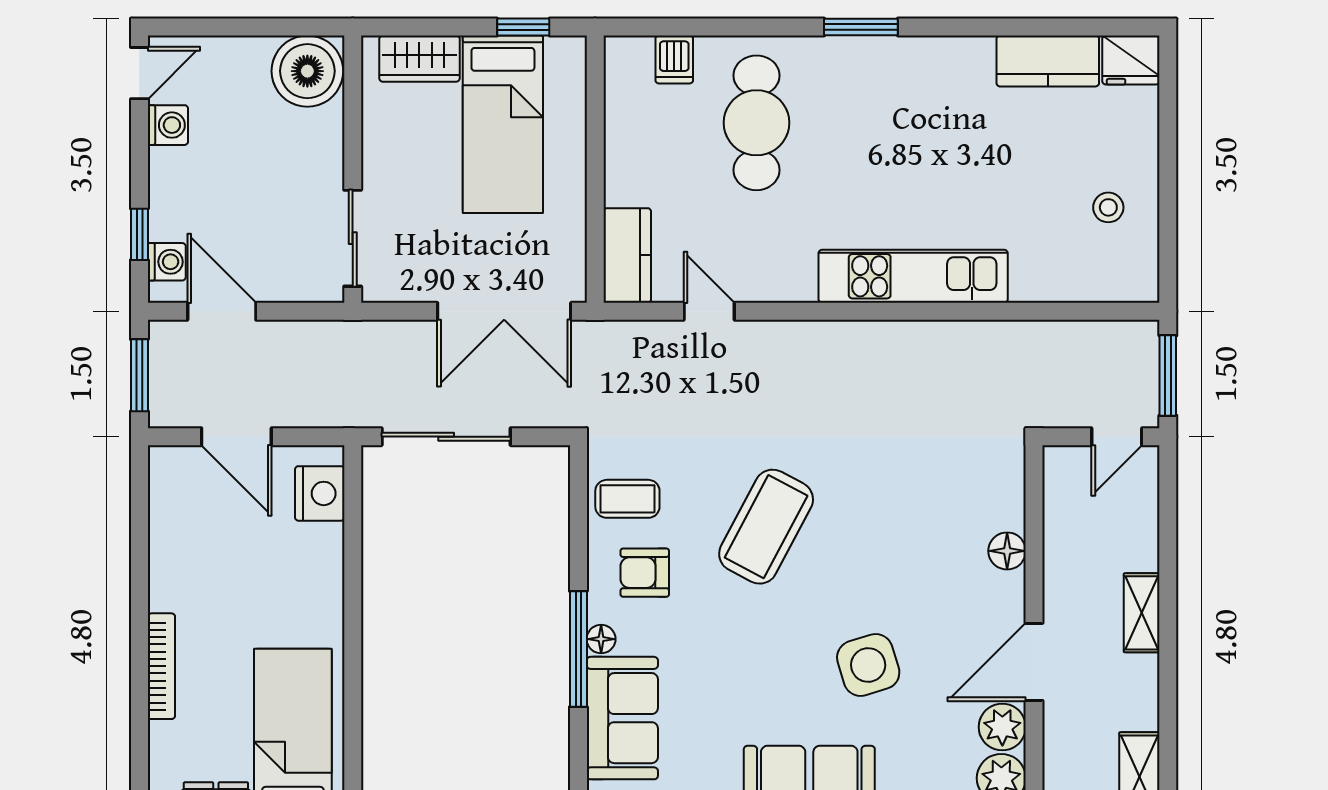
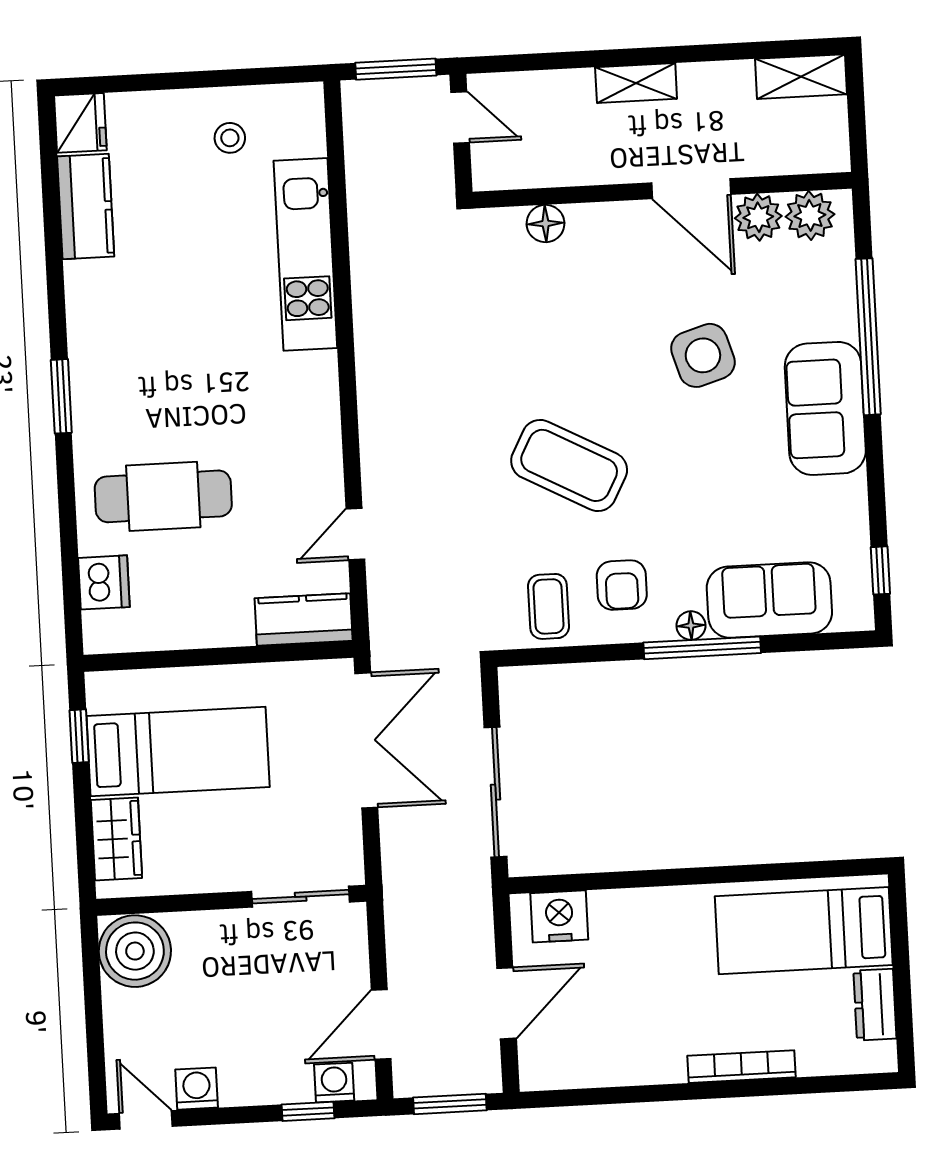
dishwasher: (674, 60) -> (104, 582), width x1.38
kitchen unit: (913, 276) -> (305, 254), moved
floor lamp: (1007, 551) -> (546, 224), moved

